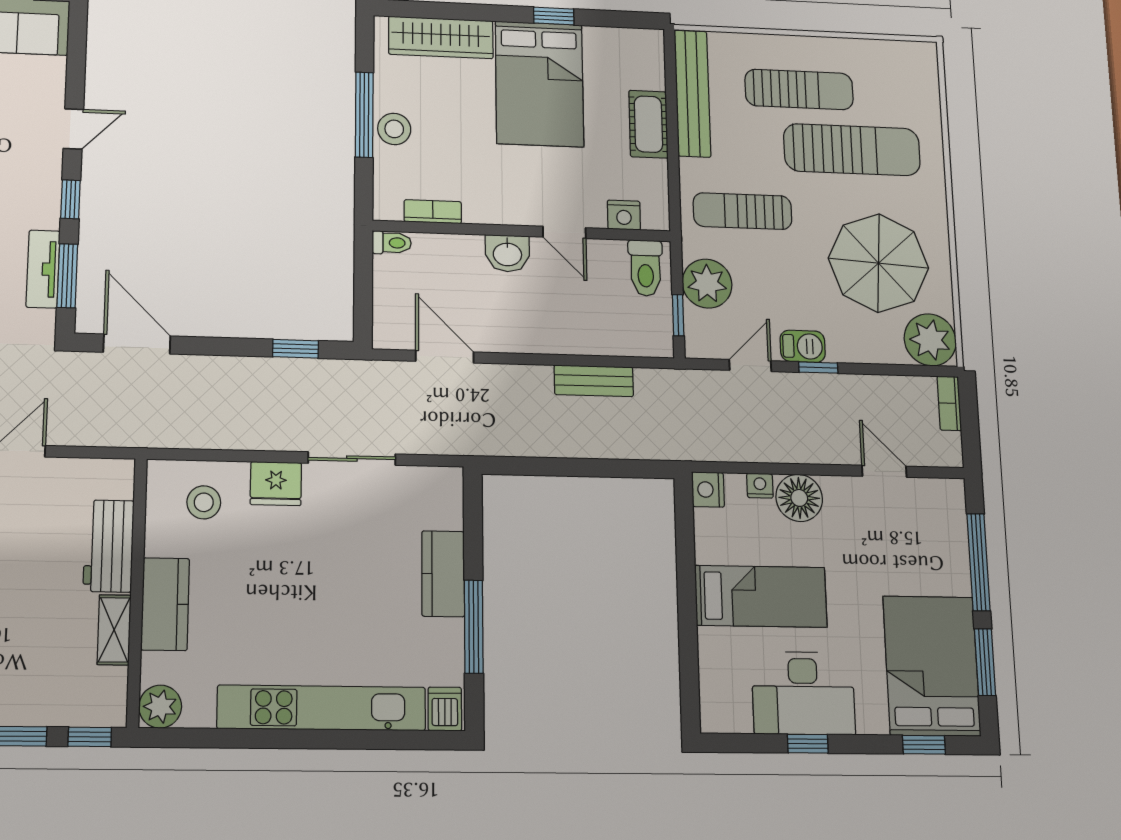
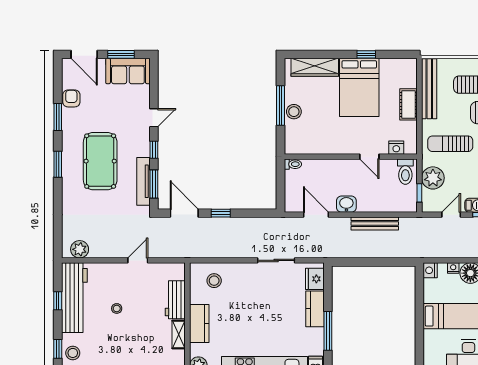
bookcase: (433, 212) -> (311, 149), removed
washbasin: (507, 253) -> (346, 204), moved, turned 180
tv unit: (43, 269) -> (144, 181), width x1.41
window: (296, 349) -> (221, 213), moved
bench: (594, 381) -> (375, 224), width x1.36
fridge: (276, 484) -> (315, 279), moved, turned 90

